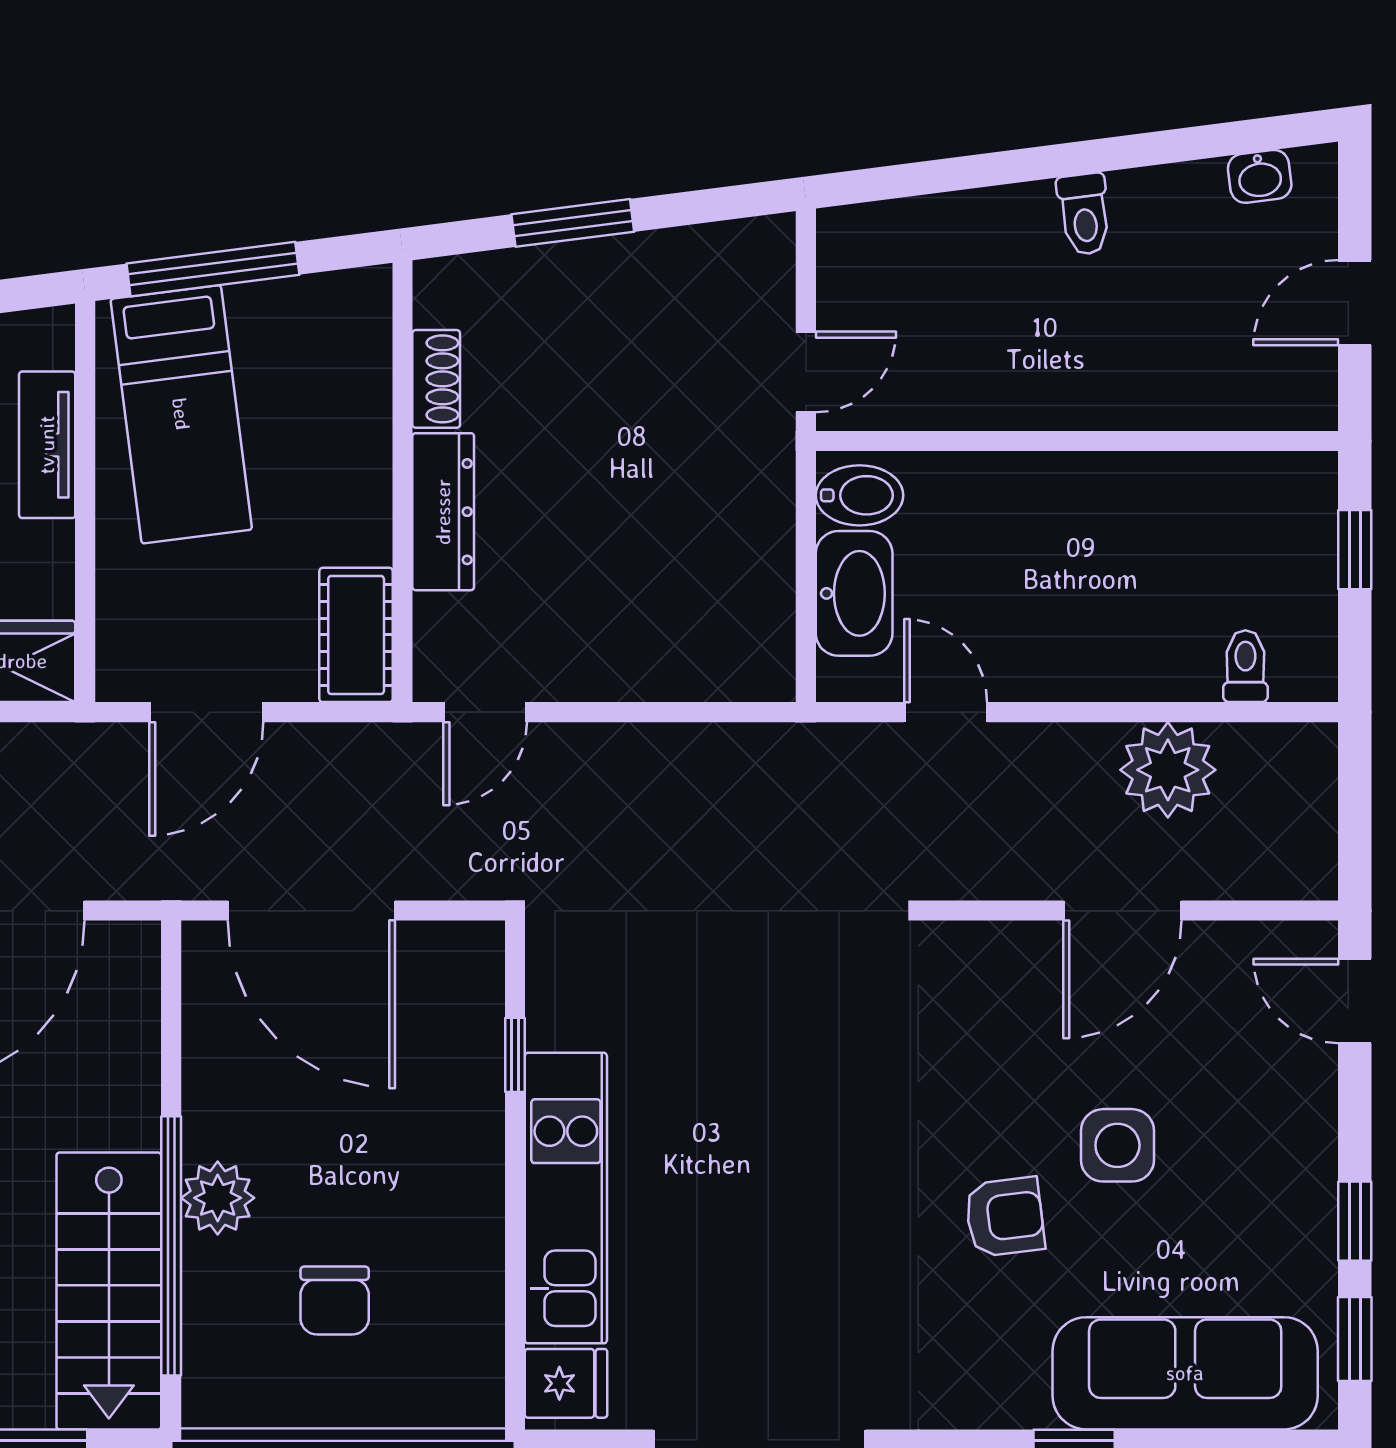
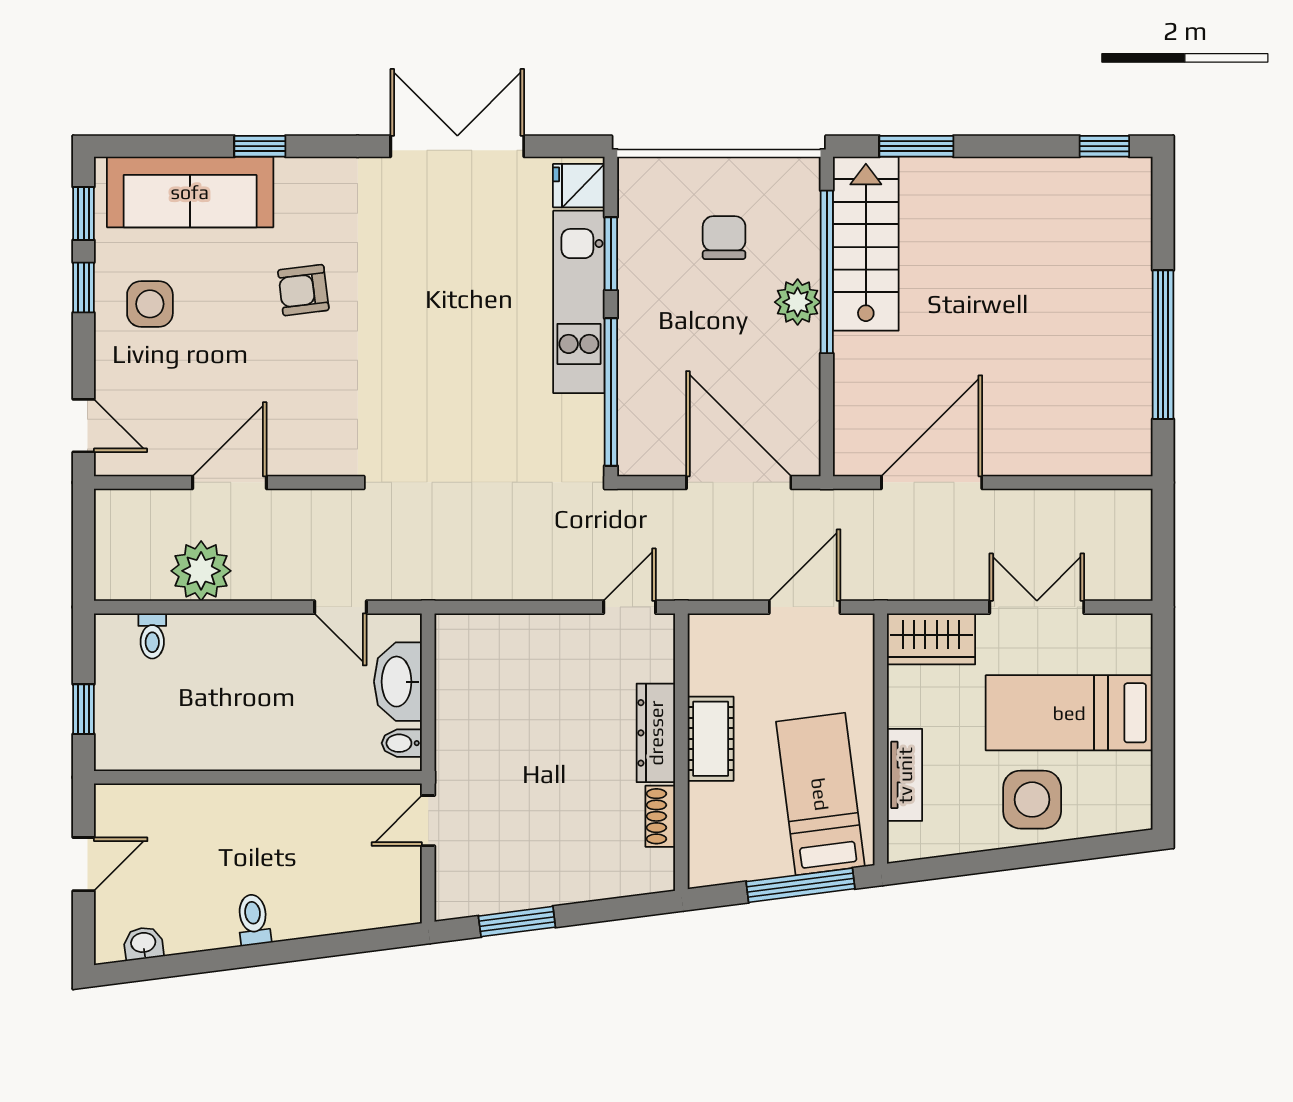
window: (573, 223) -> (517, 922), moved
bidet: (860, 495) -> (402, 743), width x0.72, depth x0.74
cot: (356, 635) -> (711, 739), moved
window: (515, 1055) -> (611, 392), width x3.17
side table: (1117, 1145) -> (150, 304), moved
window: (515, 1275) -> (611, 254), added

